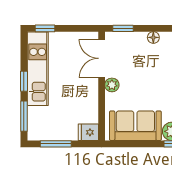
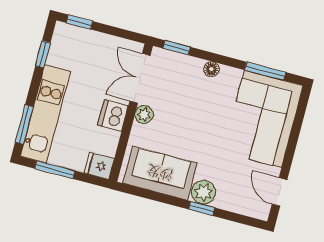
kitchen unit: (38, 69) -> (45, 114), moved
window: (24, 81) -> (43, 54), moved
dishwasher: (89, 92) -> (113, 115), added

